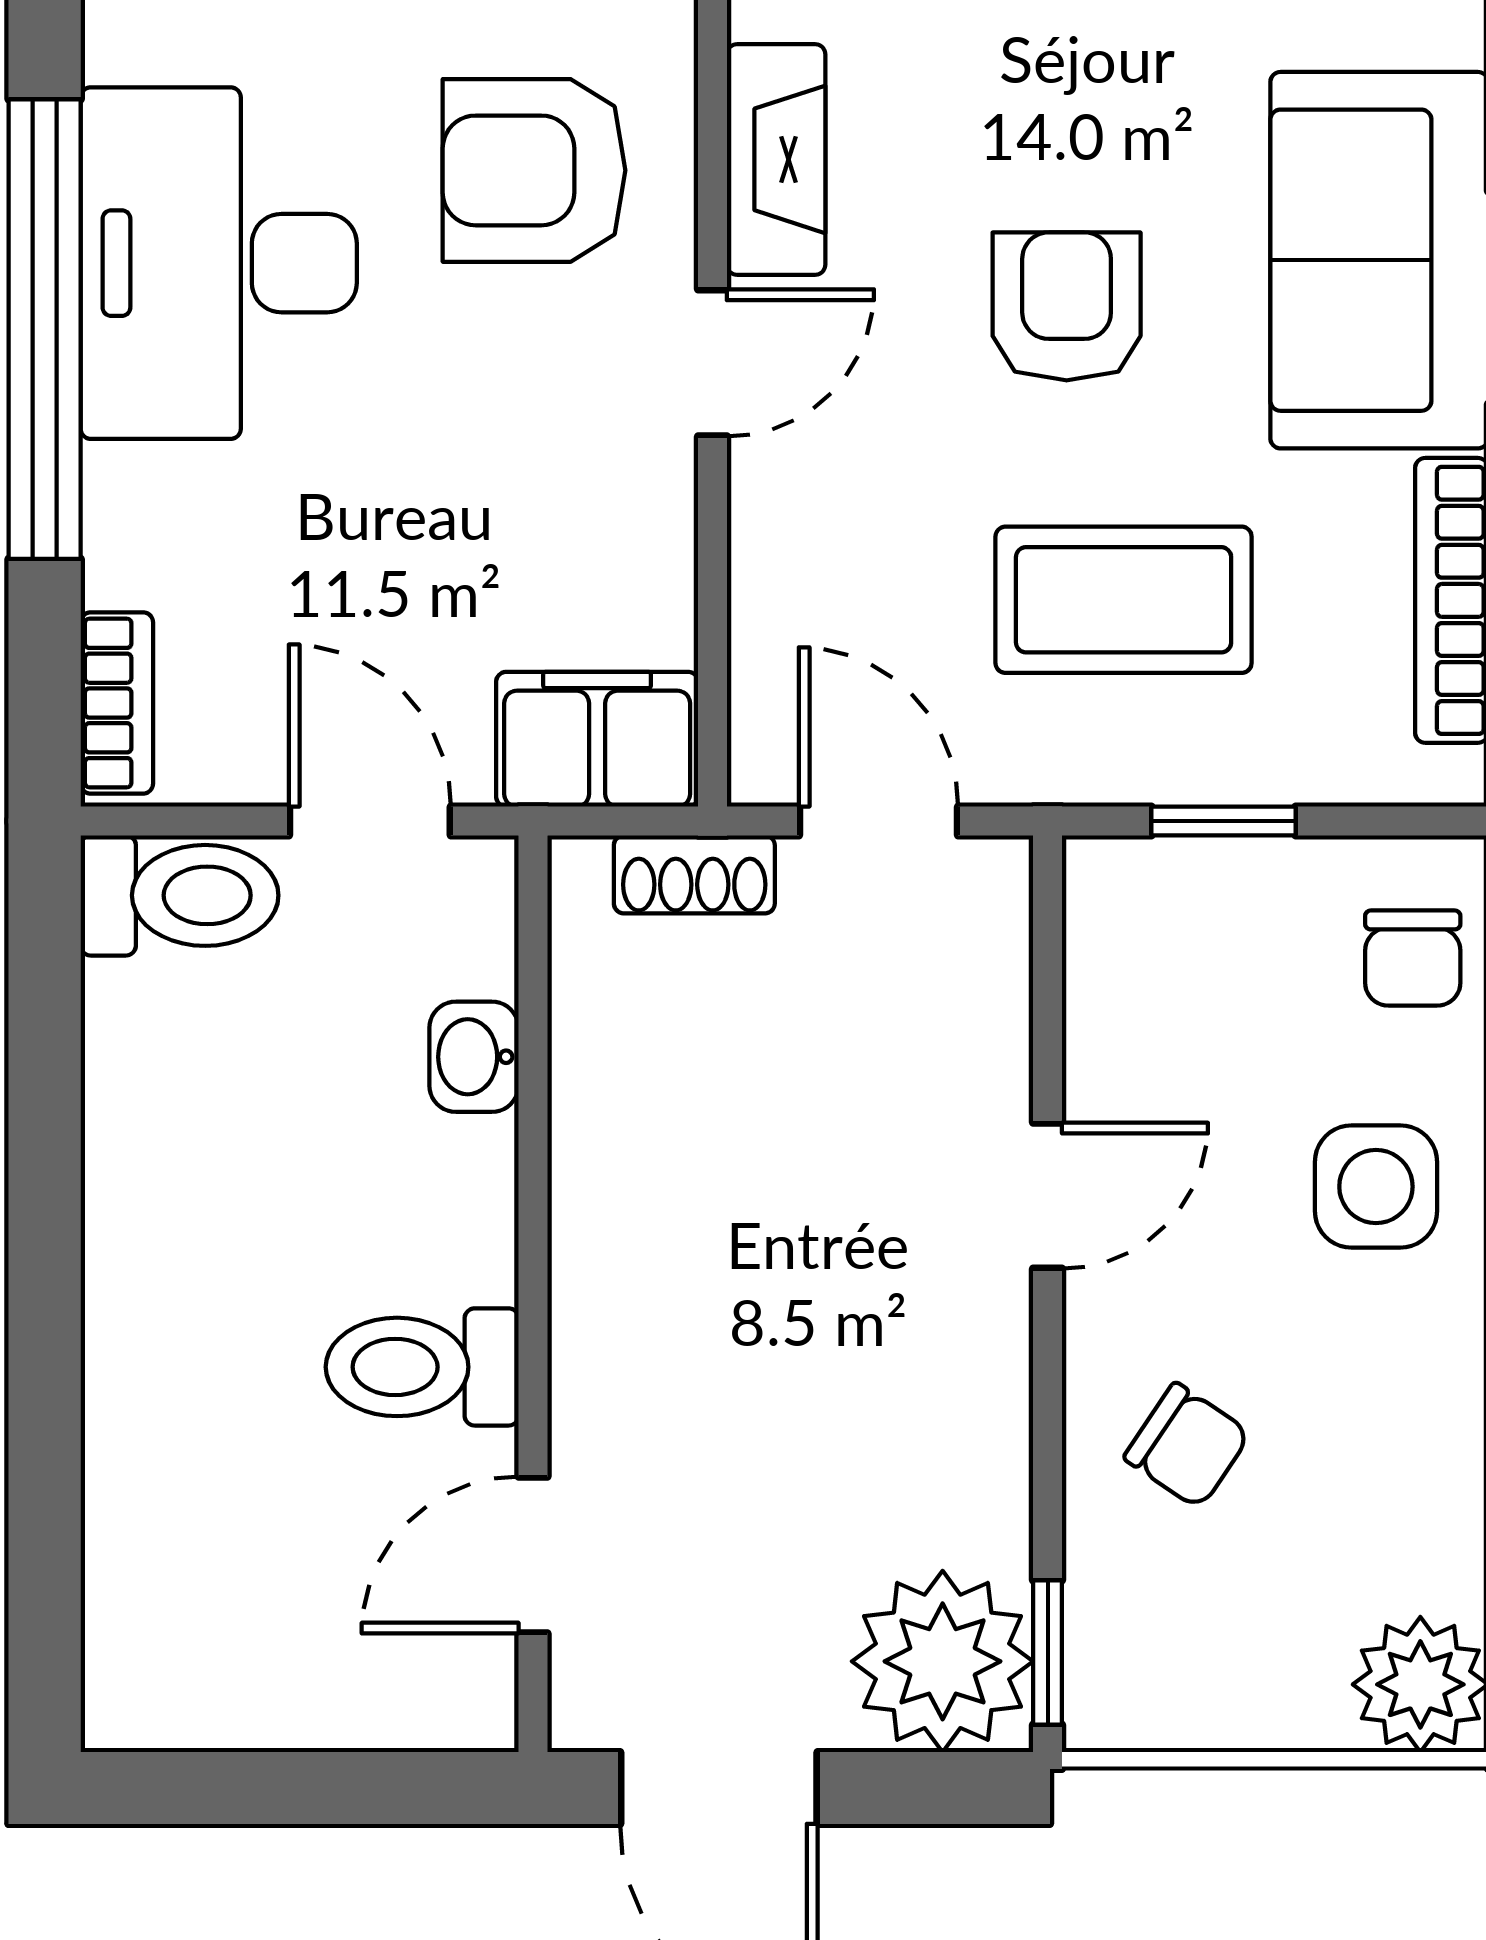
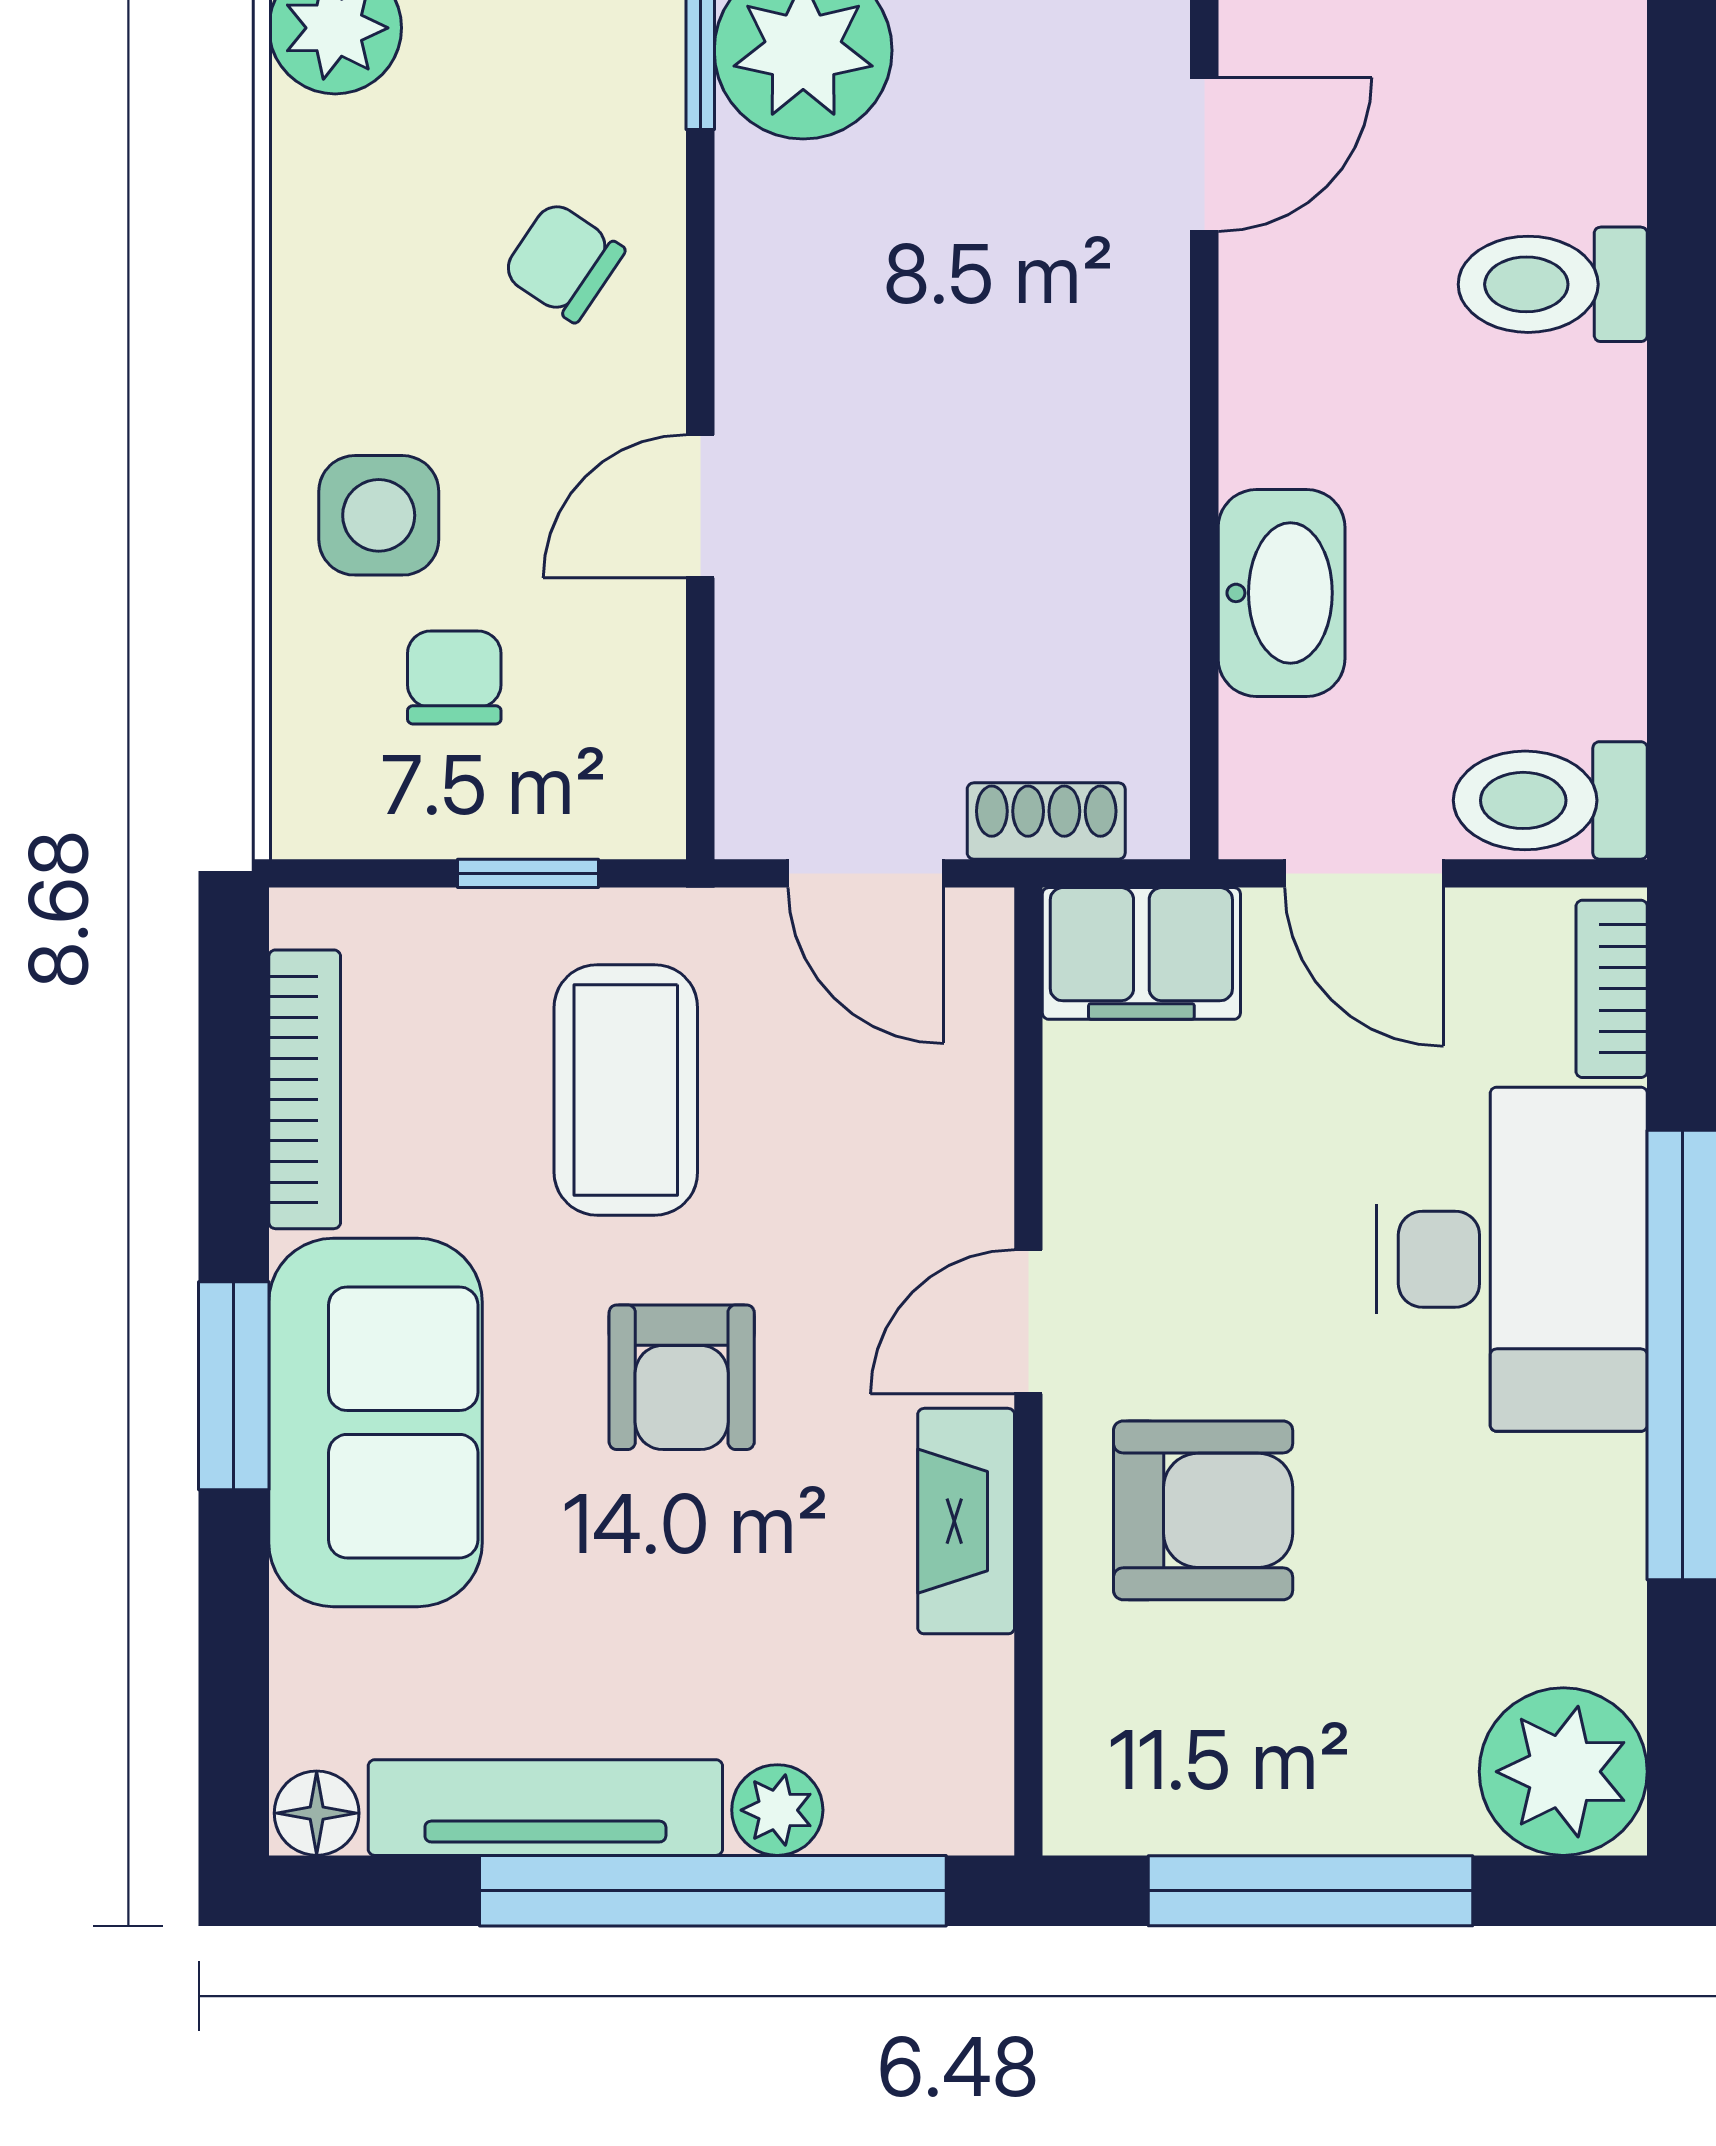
desk: (219, 263) -> (1512, 1259), moved
coffee table: (1124, 600) -> (626, 1090), turned 90
chair: (1413, 958) -> (454, 678), moved
washbasin: (474, 1057) -> (1282, 593), width x1.91, depth x1.45
toilet: (422, 1367) -> (1553, 284), moved, turned 180

